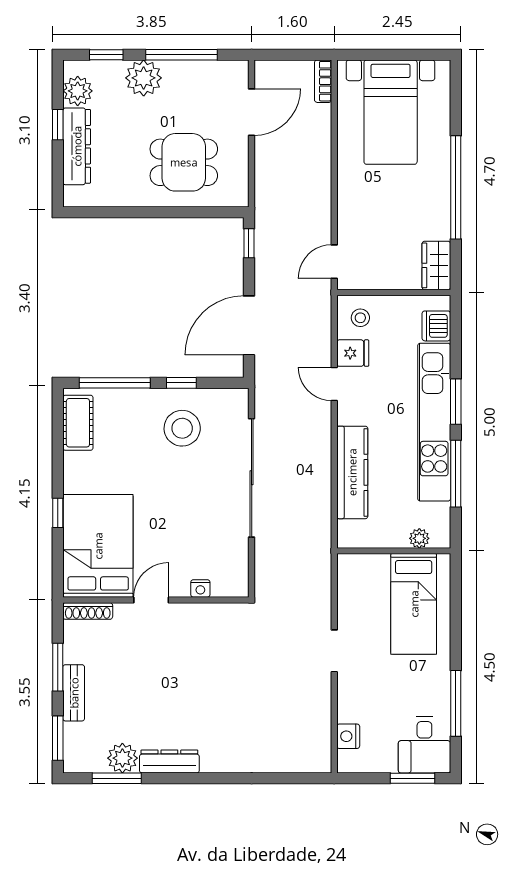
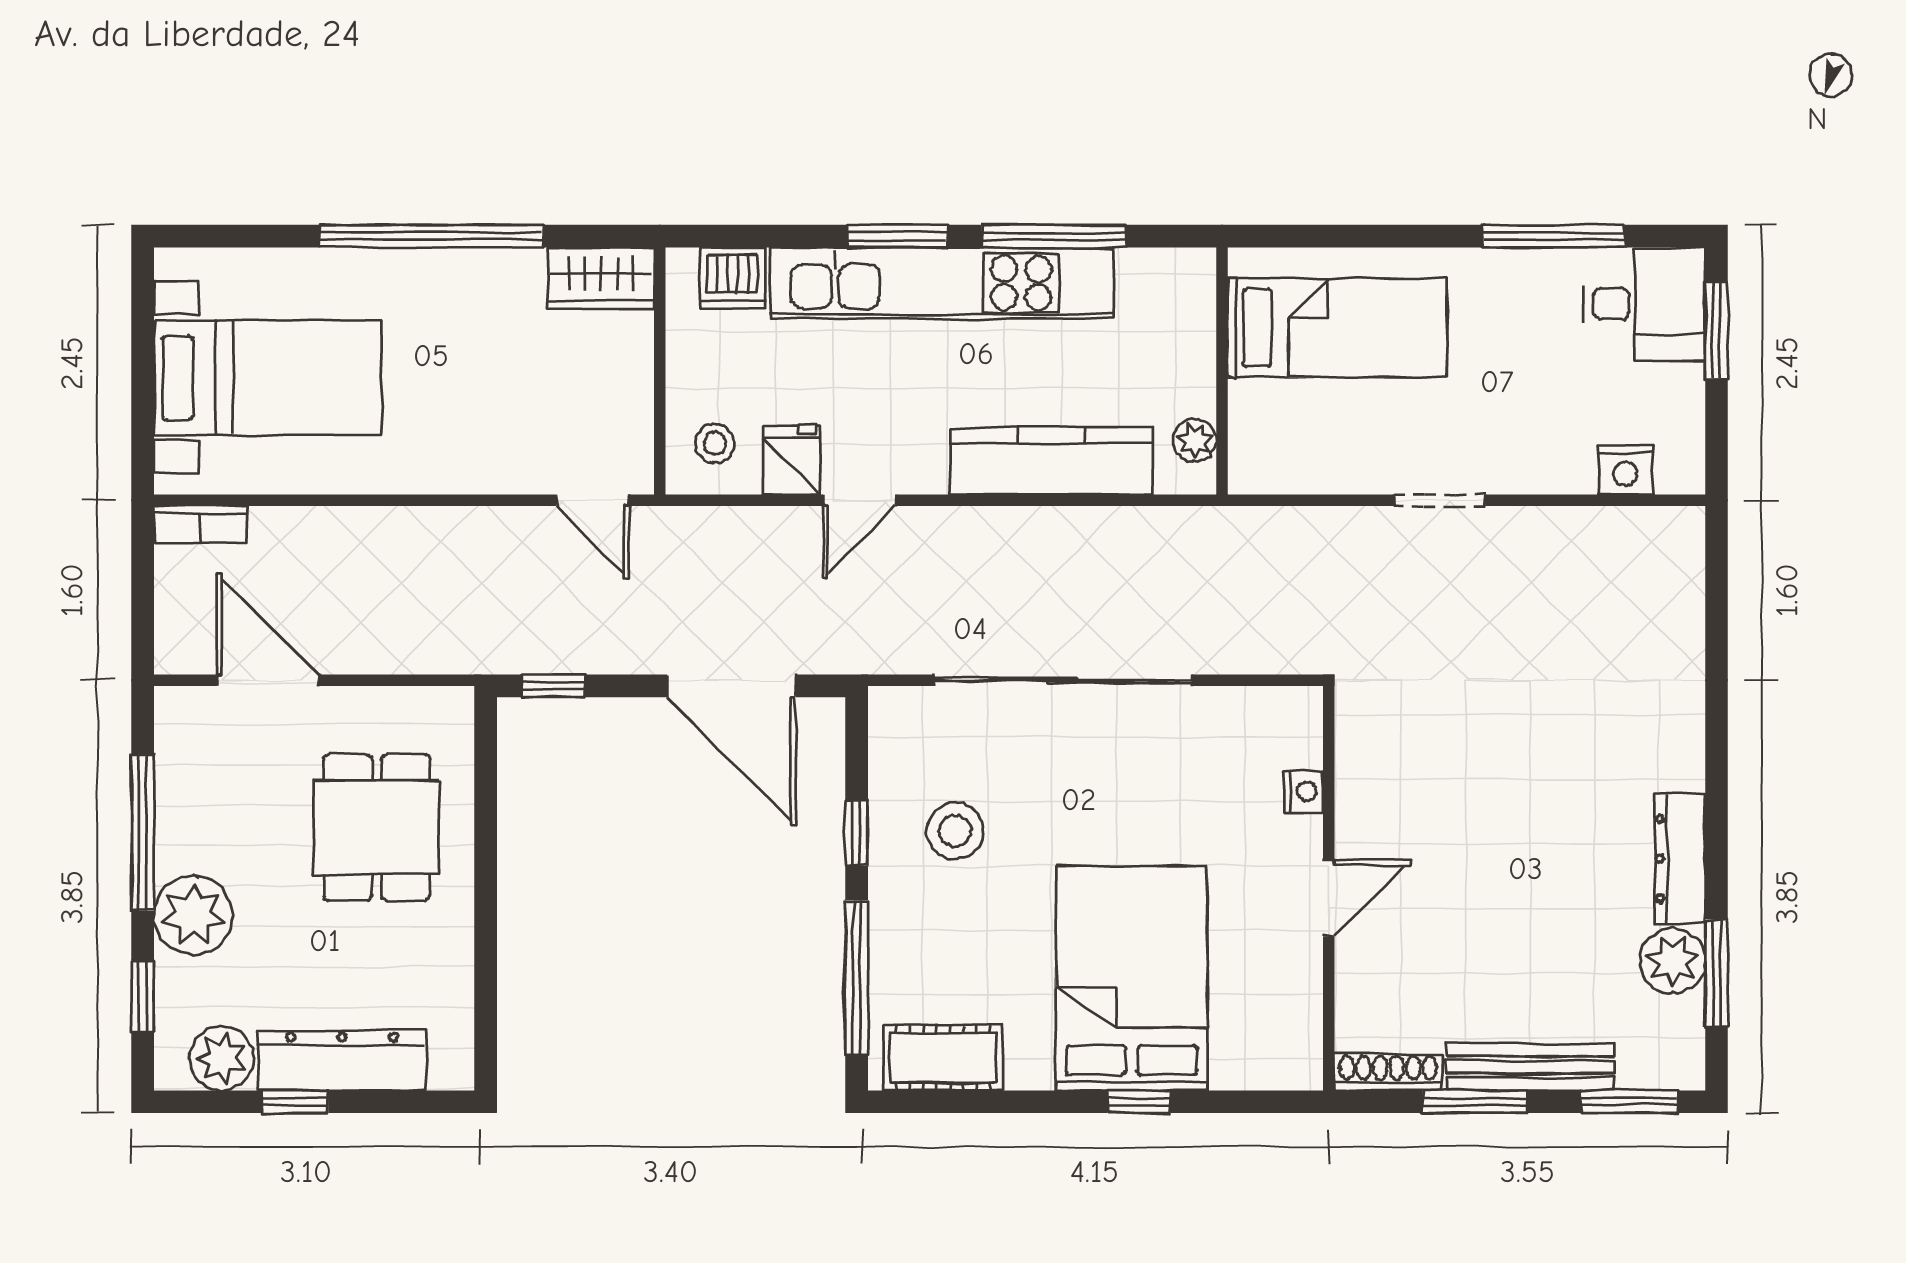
stool: (182, 428) -> (955, 831), width x0.73, depth x0.73
plant: (419, 538) -> (1195, 440), moved
bed: (98, 546) -> (1132, 978), moved, turned 90
door: (151, 600) -> (1329, 898), swing flipped
shoe rack: (88, 611) -> (1388, 1072), moved, turned -90
bench: (74, 693) -> (1531, 1067), width x1.36

